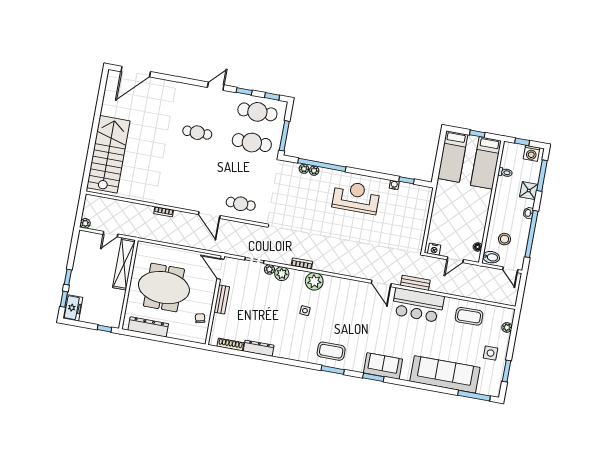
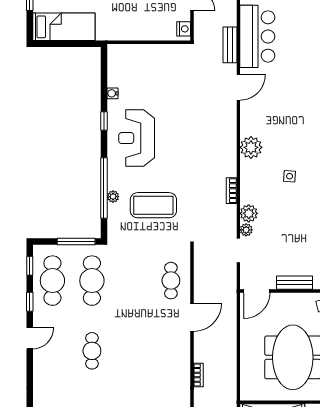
door: (216, 86) -> (30, 338), swing flipped
plant: (304, 169) -> (113, 210), removed
window: (407, 180) -> (104, 121), moved
coffee table: (302, 201) -> (153, 205), added
plant: (314, 281) -> (251, 147), moved

